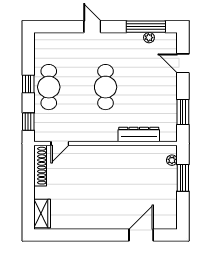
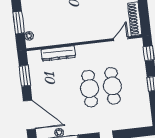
door: (183, 63) -> (29, 115), width x1.87
cafe table: (49, 87) -> (112, 86), moved

